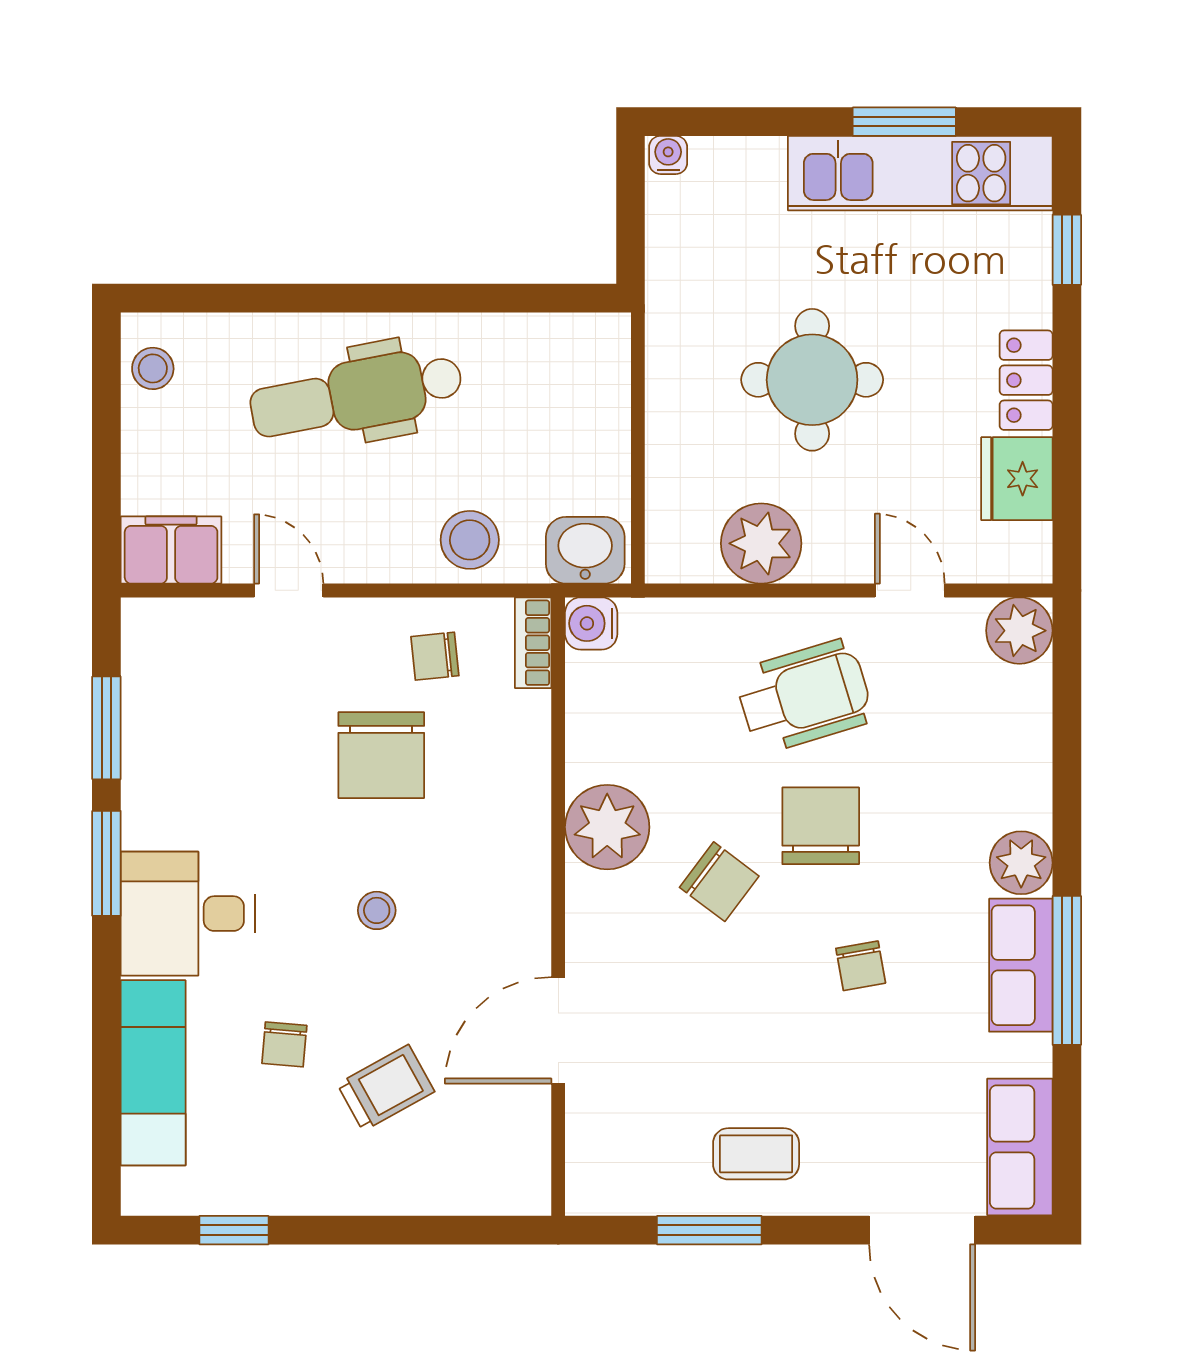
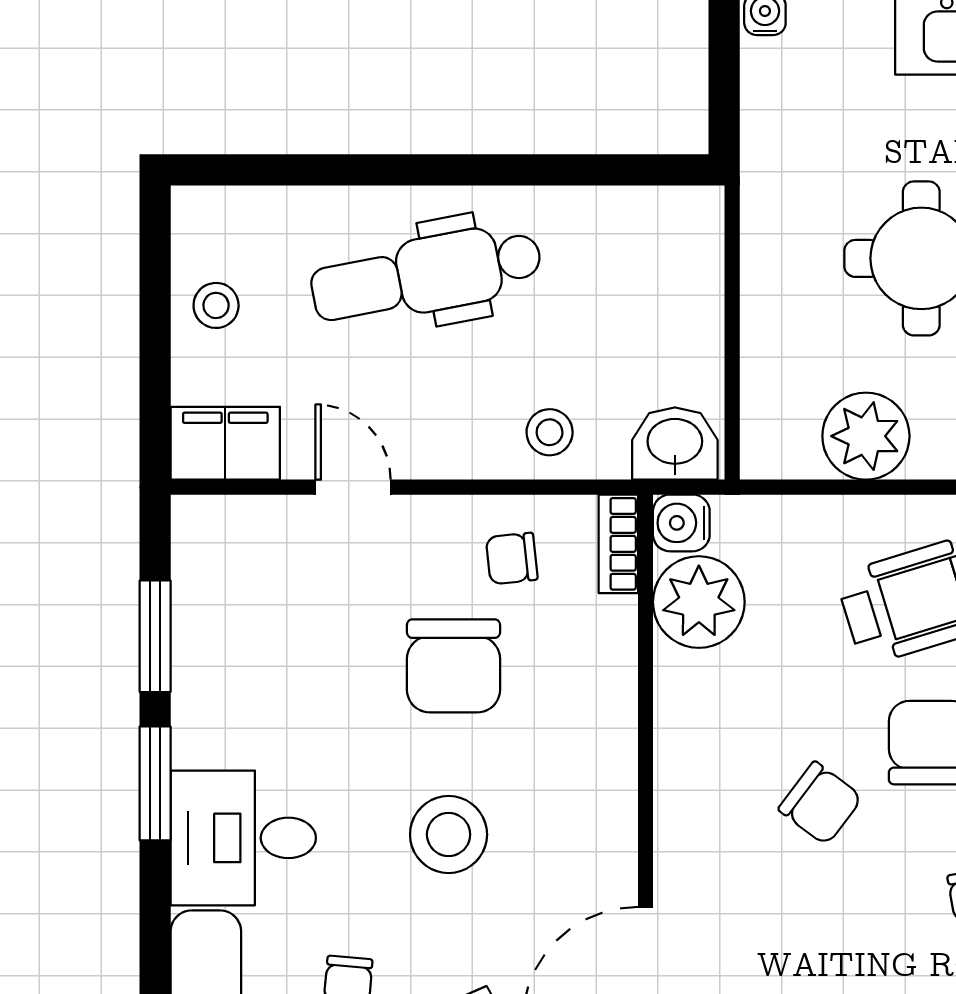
stool: (153, 368) -> (216, 305), moved
stool: (470, 540) -> (550, 432), width x0.73, depth x0.73
plant: (607, 827) -> (699, 602), moved
stool: (377, 910) -> (449, 834), width x1.89, depth x1.89

